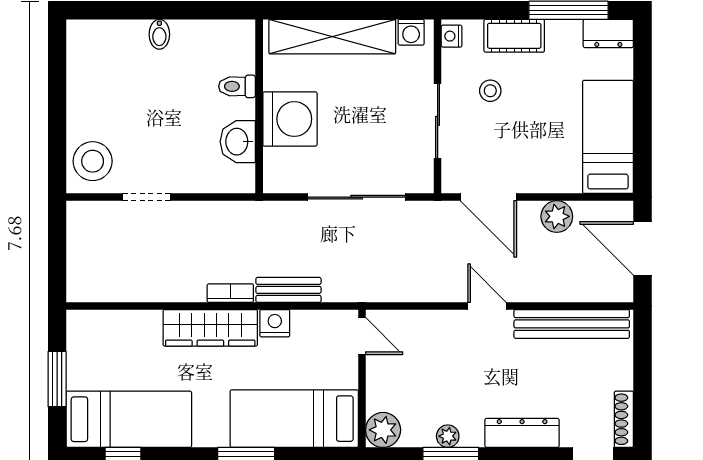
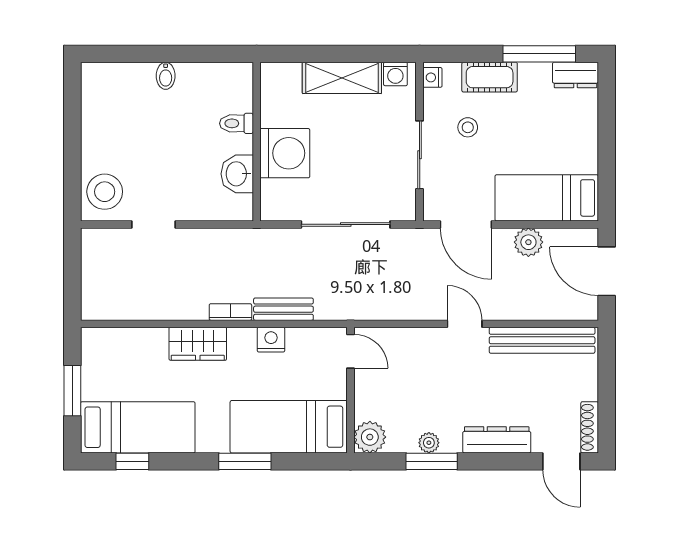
shelving: (332, 37) -> (342, 78), width x0.68
bed: (608, 137) -> (547, 198), moved, turned -90
wardrobe: (210, 328) -> (198, 344), width x0.67

